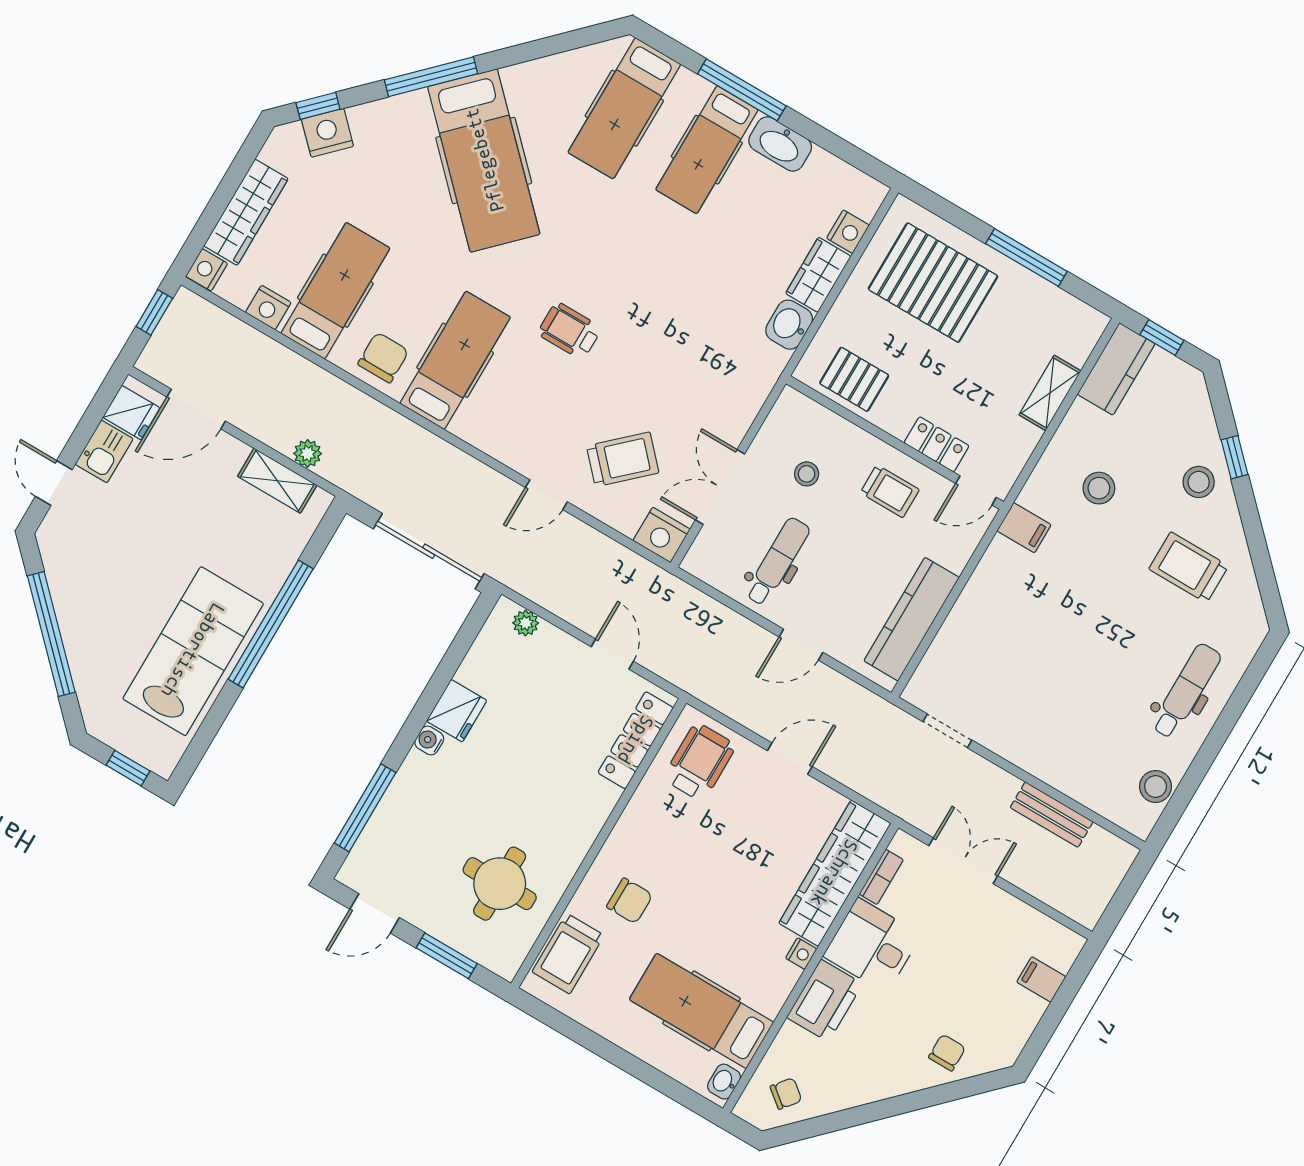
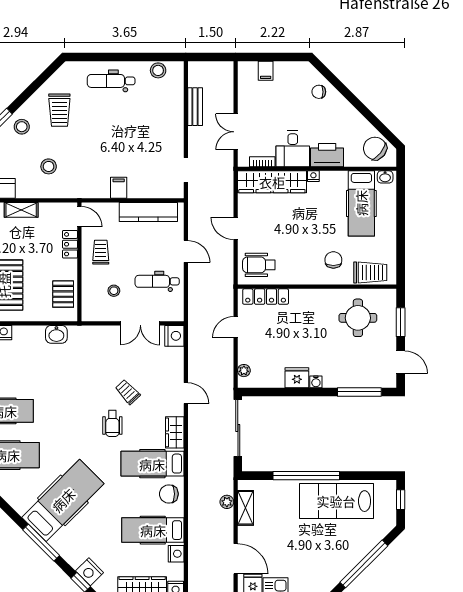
wardrobe: (818, 275) -> (175, 432), moved, turned 90
trolley: (623, 459) -> (128, 392), moved, width x0.73, depth x0.72
filing cabinet: (1024, 528) -> (119, 188), moved
chair: (786, 1094) -> (375, 148), width x1.87, depth x1.87

